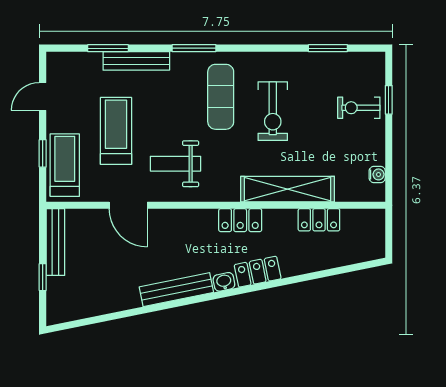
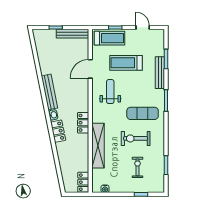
exercise bike: (359, 108) -> (138, 167), moved
treadmill: (116, 131) -> (126, 63), turned 180
locker: (319, 220) -> (83, 182), moved

